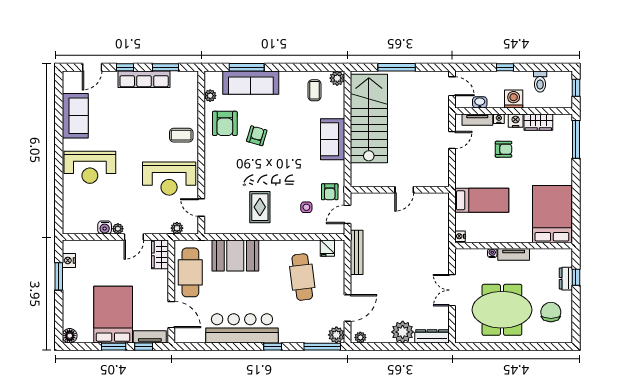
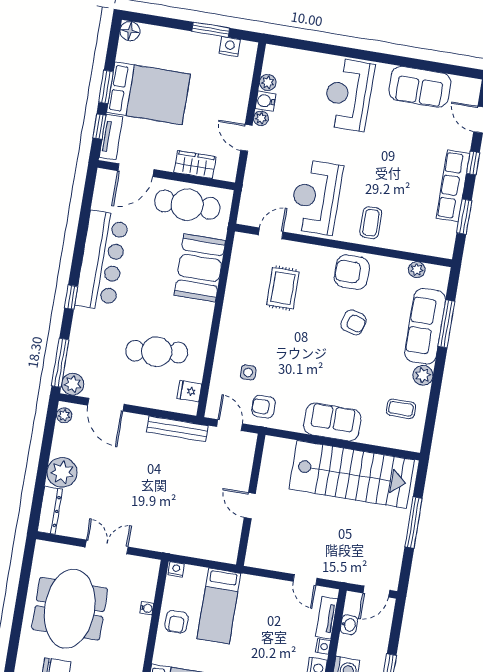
plant: (337, 78) -> (423, 375), moved
armchair: (225, 123) -> (352, 272), moved
armchair: (504, 149) -> (177, 622), moved
rug: (260, 207) -> (283, 288), moved, turned 90
plant: (177, 228) -> (268, 83), moved
wardrobe: (160, 254) -> (195, 165), moved
tv unit: (514, 254) -> (140, 636), removed

